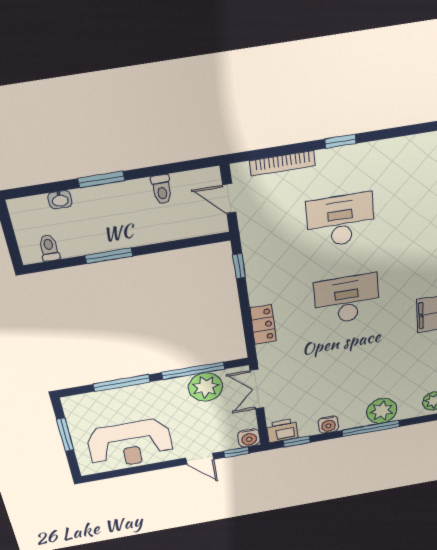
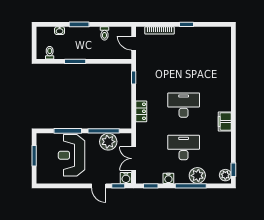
desk: (340, 220) -> (184, 147), moved
double door: (257, 389) -> (134, 159), moved
printer: (282, 431) -> (144, 177), removed
reception desk: (130, 444) -> (72, 155), moved, turned 90

